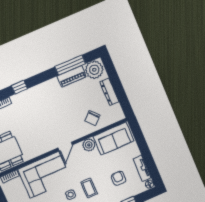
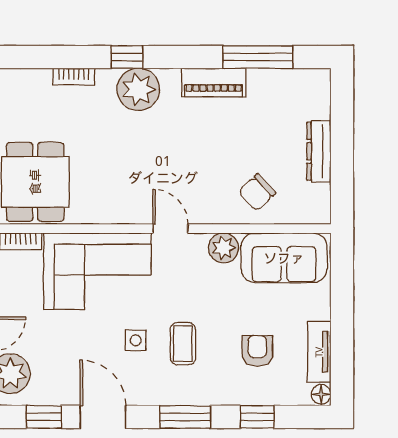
plant: (94, 70) -> (138, 89), moved
piano: (72, 76) -> (214, 83), moved
door: (65, 146) -> (170, 229), swing flipped

